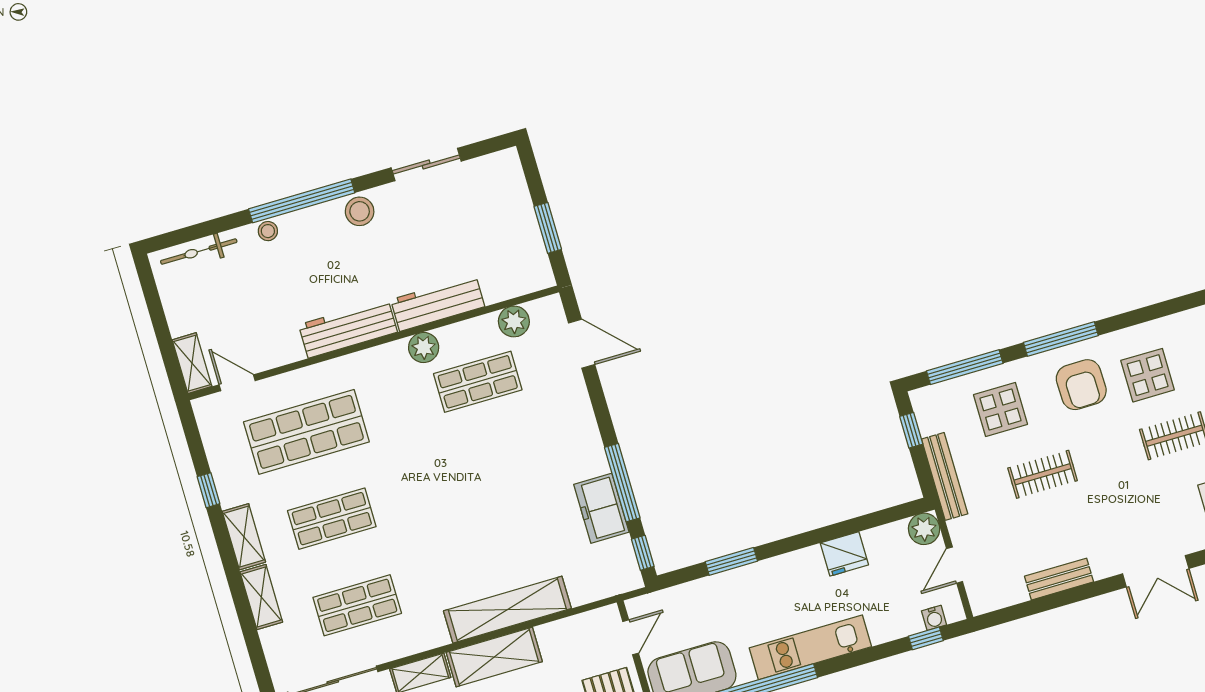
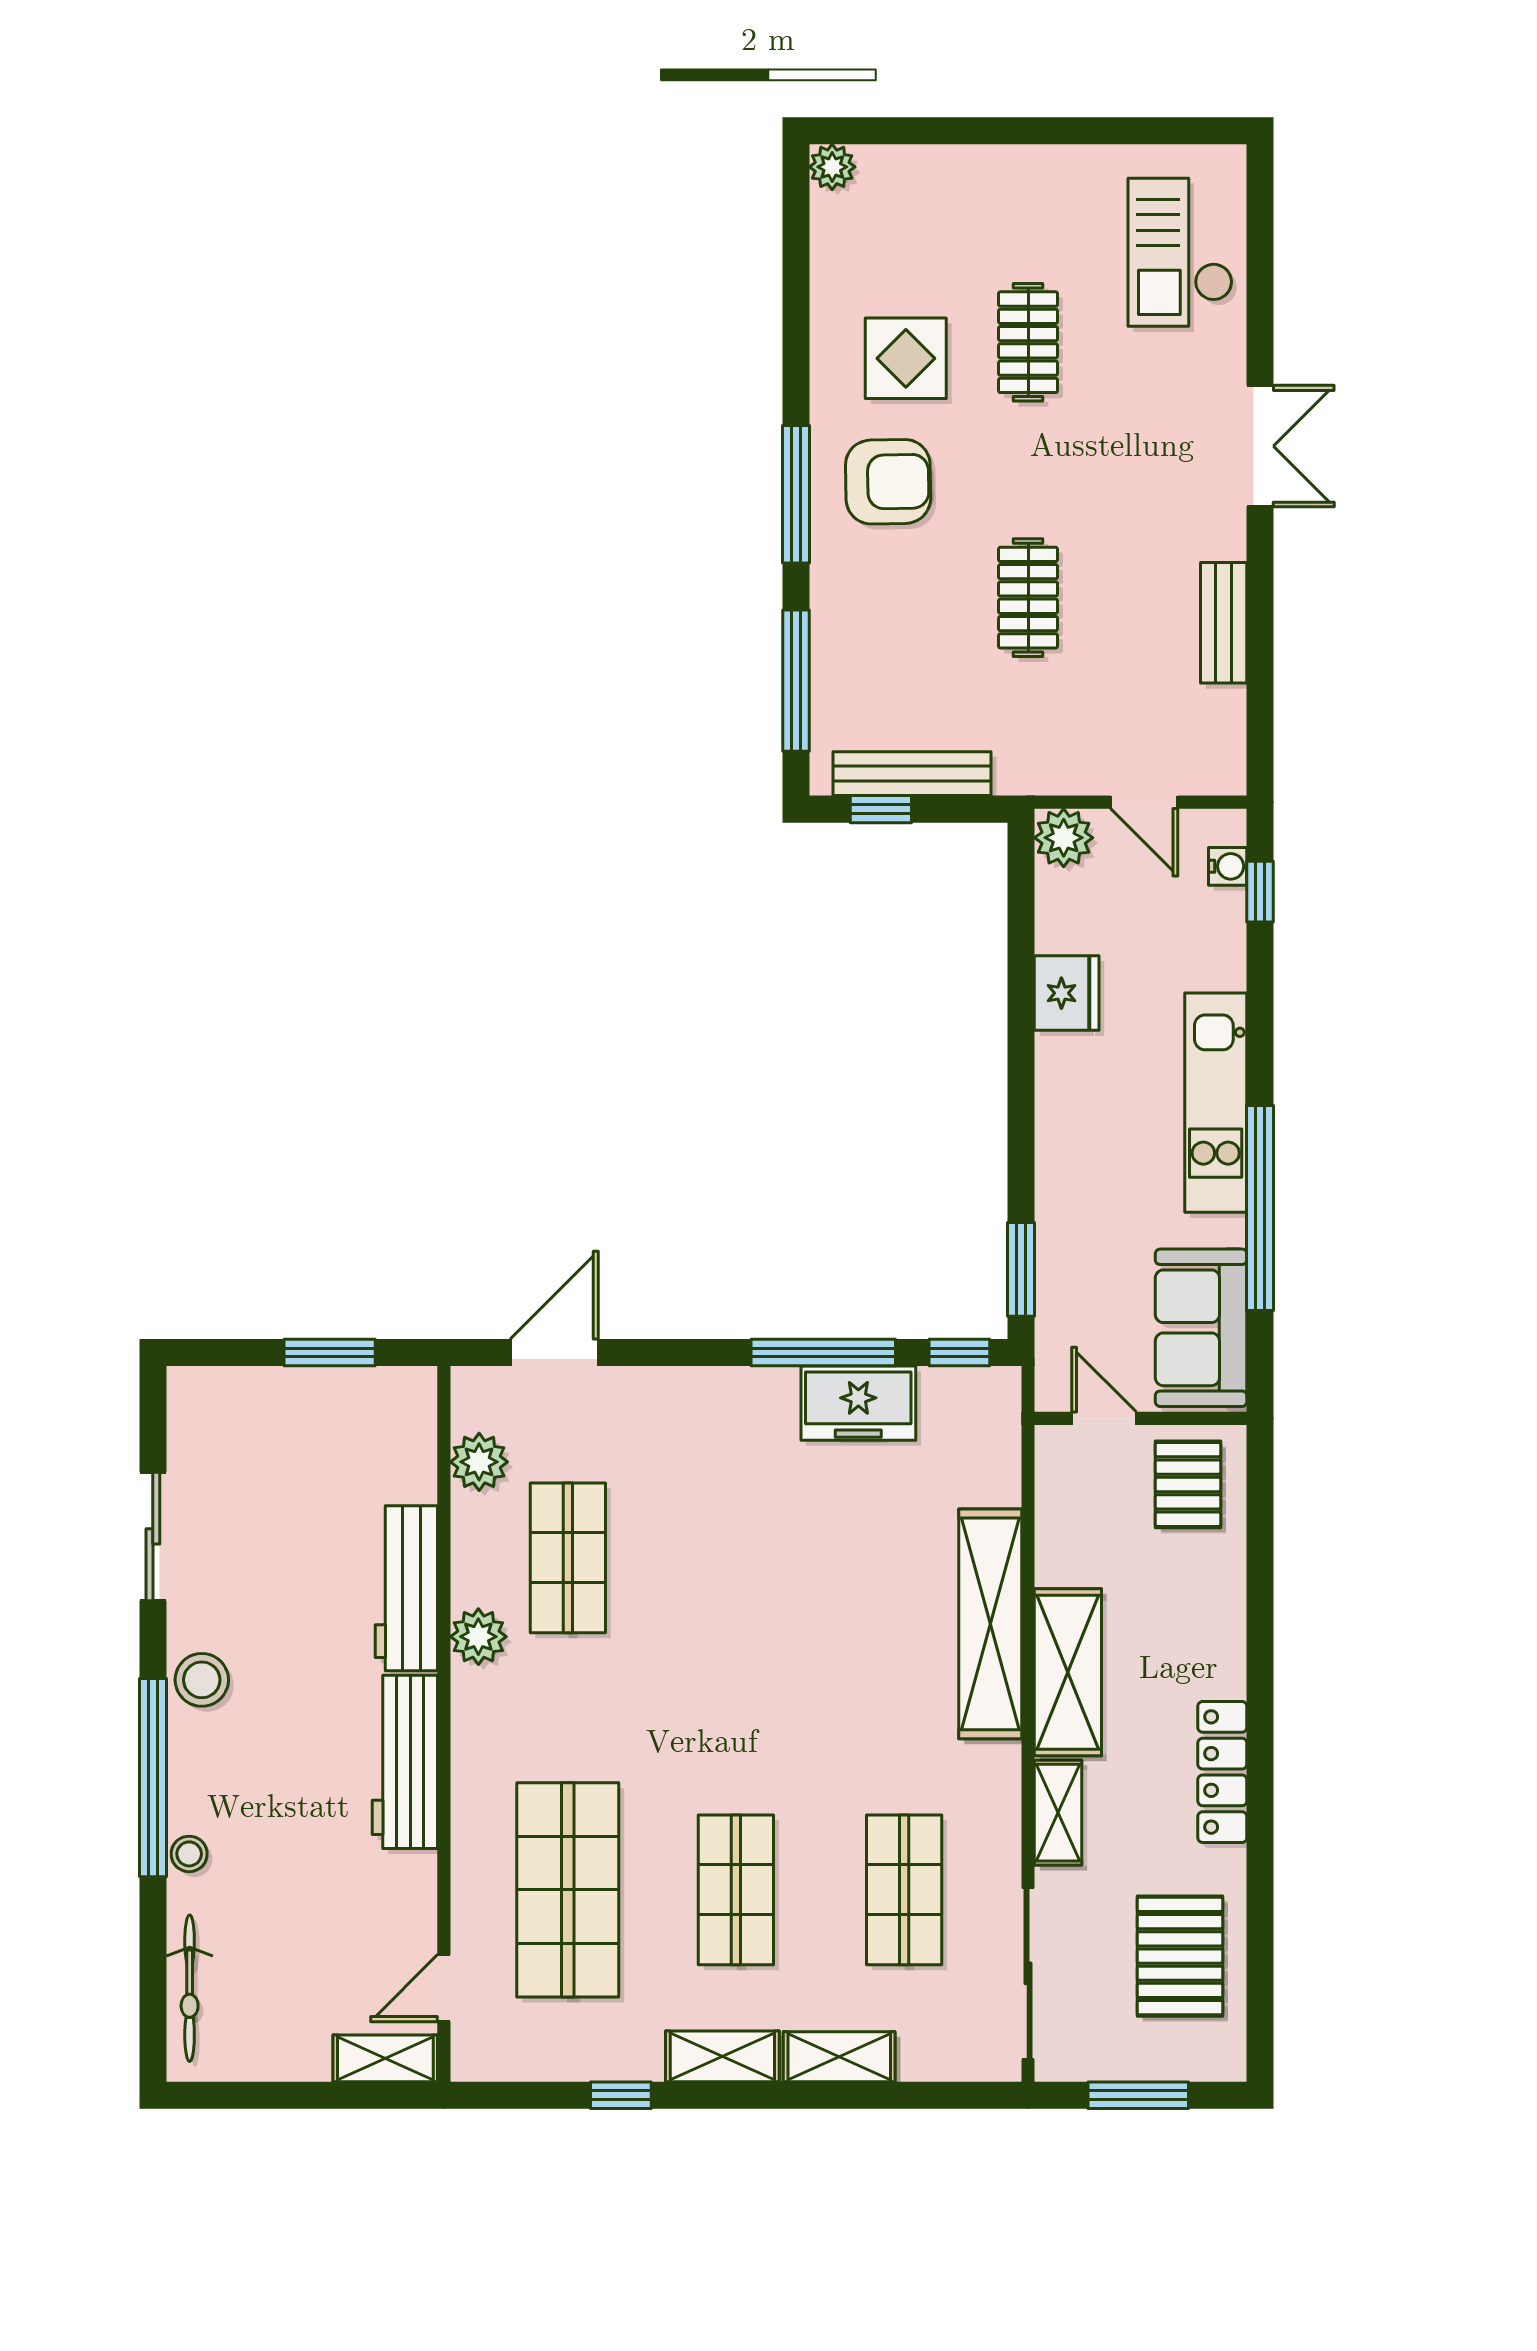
display table: (1000, 409) -> (890, 639), removed
bench: (945, 476) -> (912, 774), moved
window: (731, 561) -> (1021, 1269), moved

